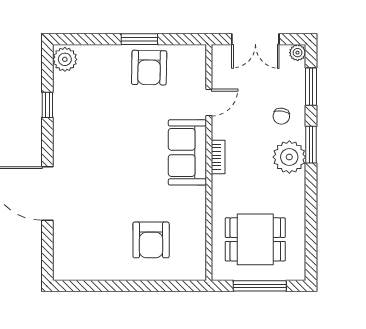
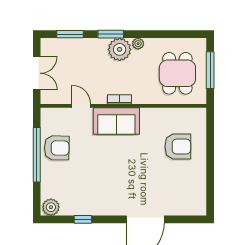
window: (139, 39) -> (37, 155), width x2.11
plant: (298, 53) -> (138, 44), moved
chair: (281, 116) -> (91, 55), removed

